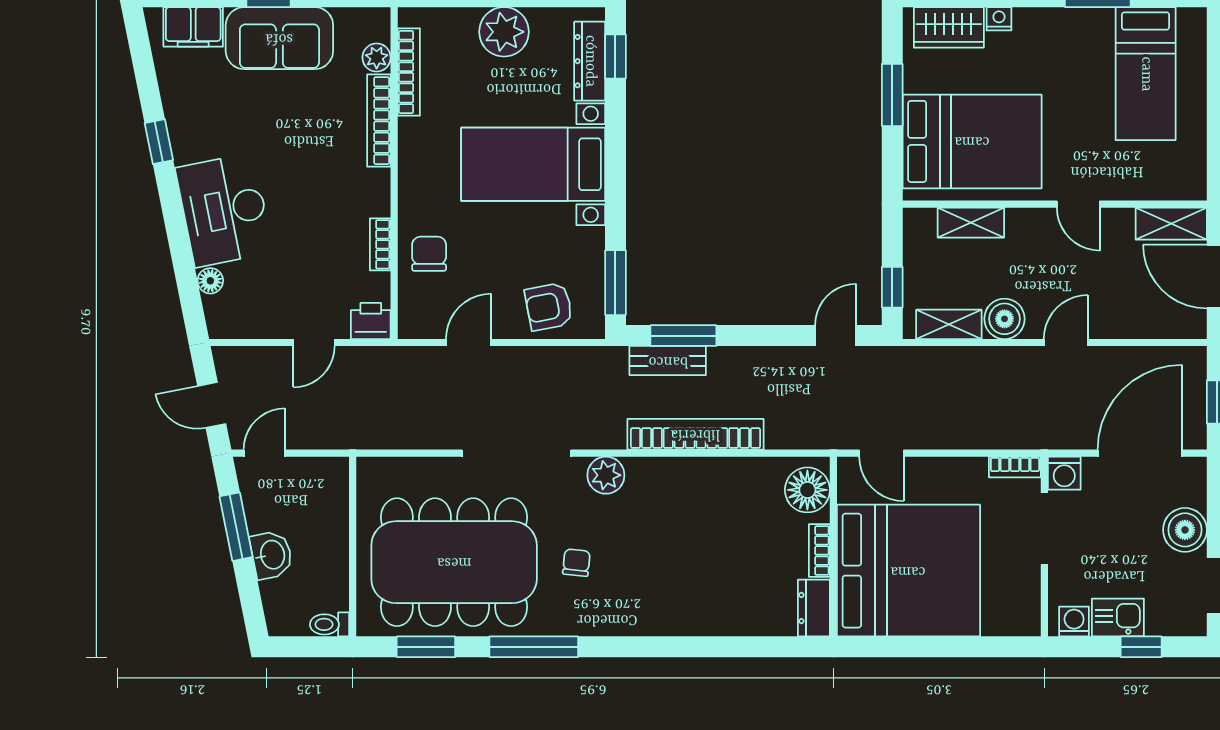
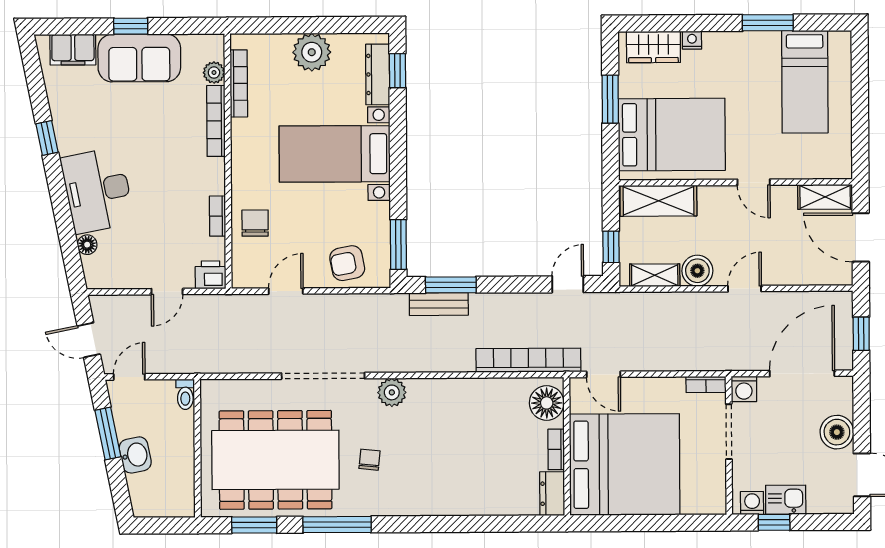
shelving: (971, 223) -> (658, 201), width x1.50, depth x1.33
bookcase: (695, 434) -> (528, 360), moved
toilet: (329, 624) -> (185, 394), moved, turned -90
window: (1141, 647) -> (774, 522), moved

